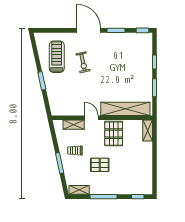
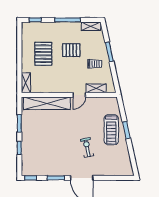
treadmill: (57, 57) -> (111, 130), moved
door: (91, 118) -> (79, 95), hinge flipped
pallet: (114, 134) -> (43, 54), moved

